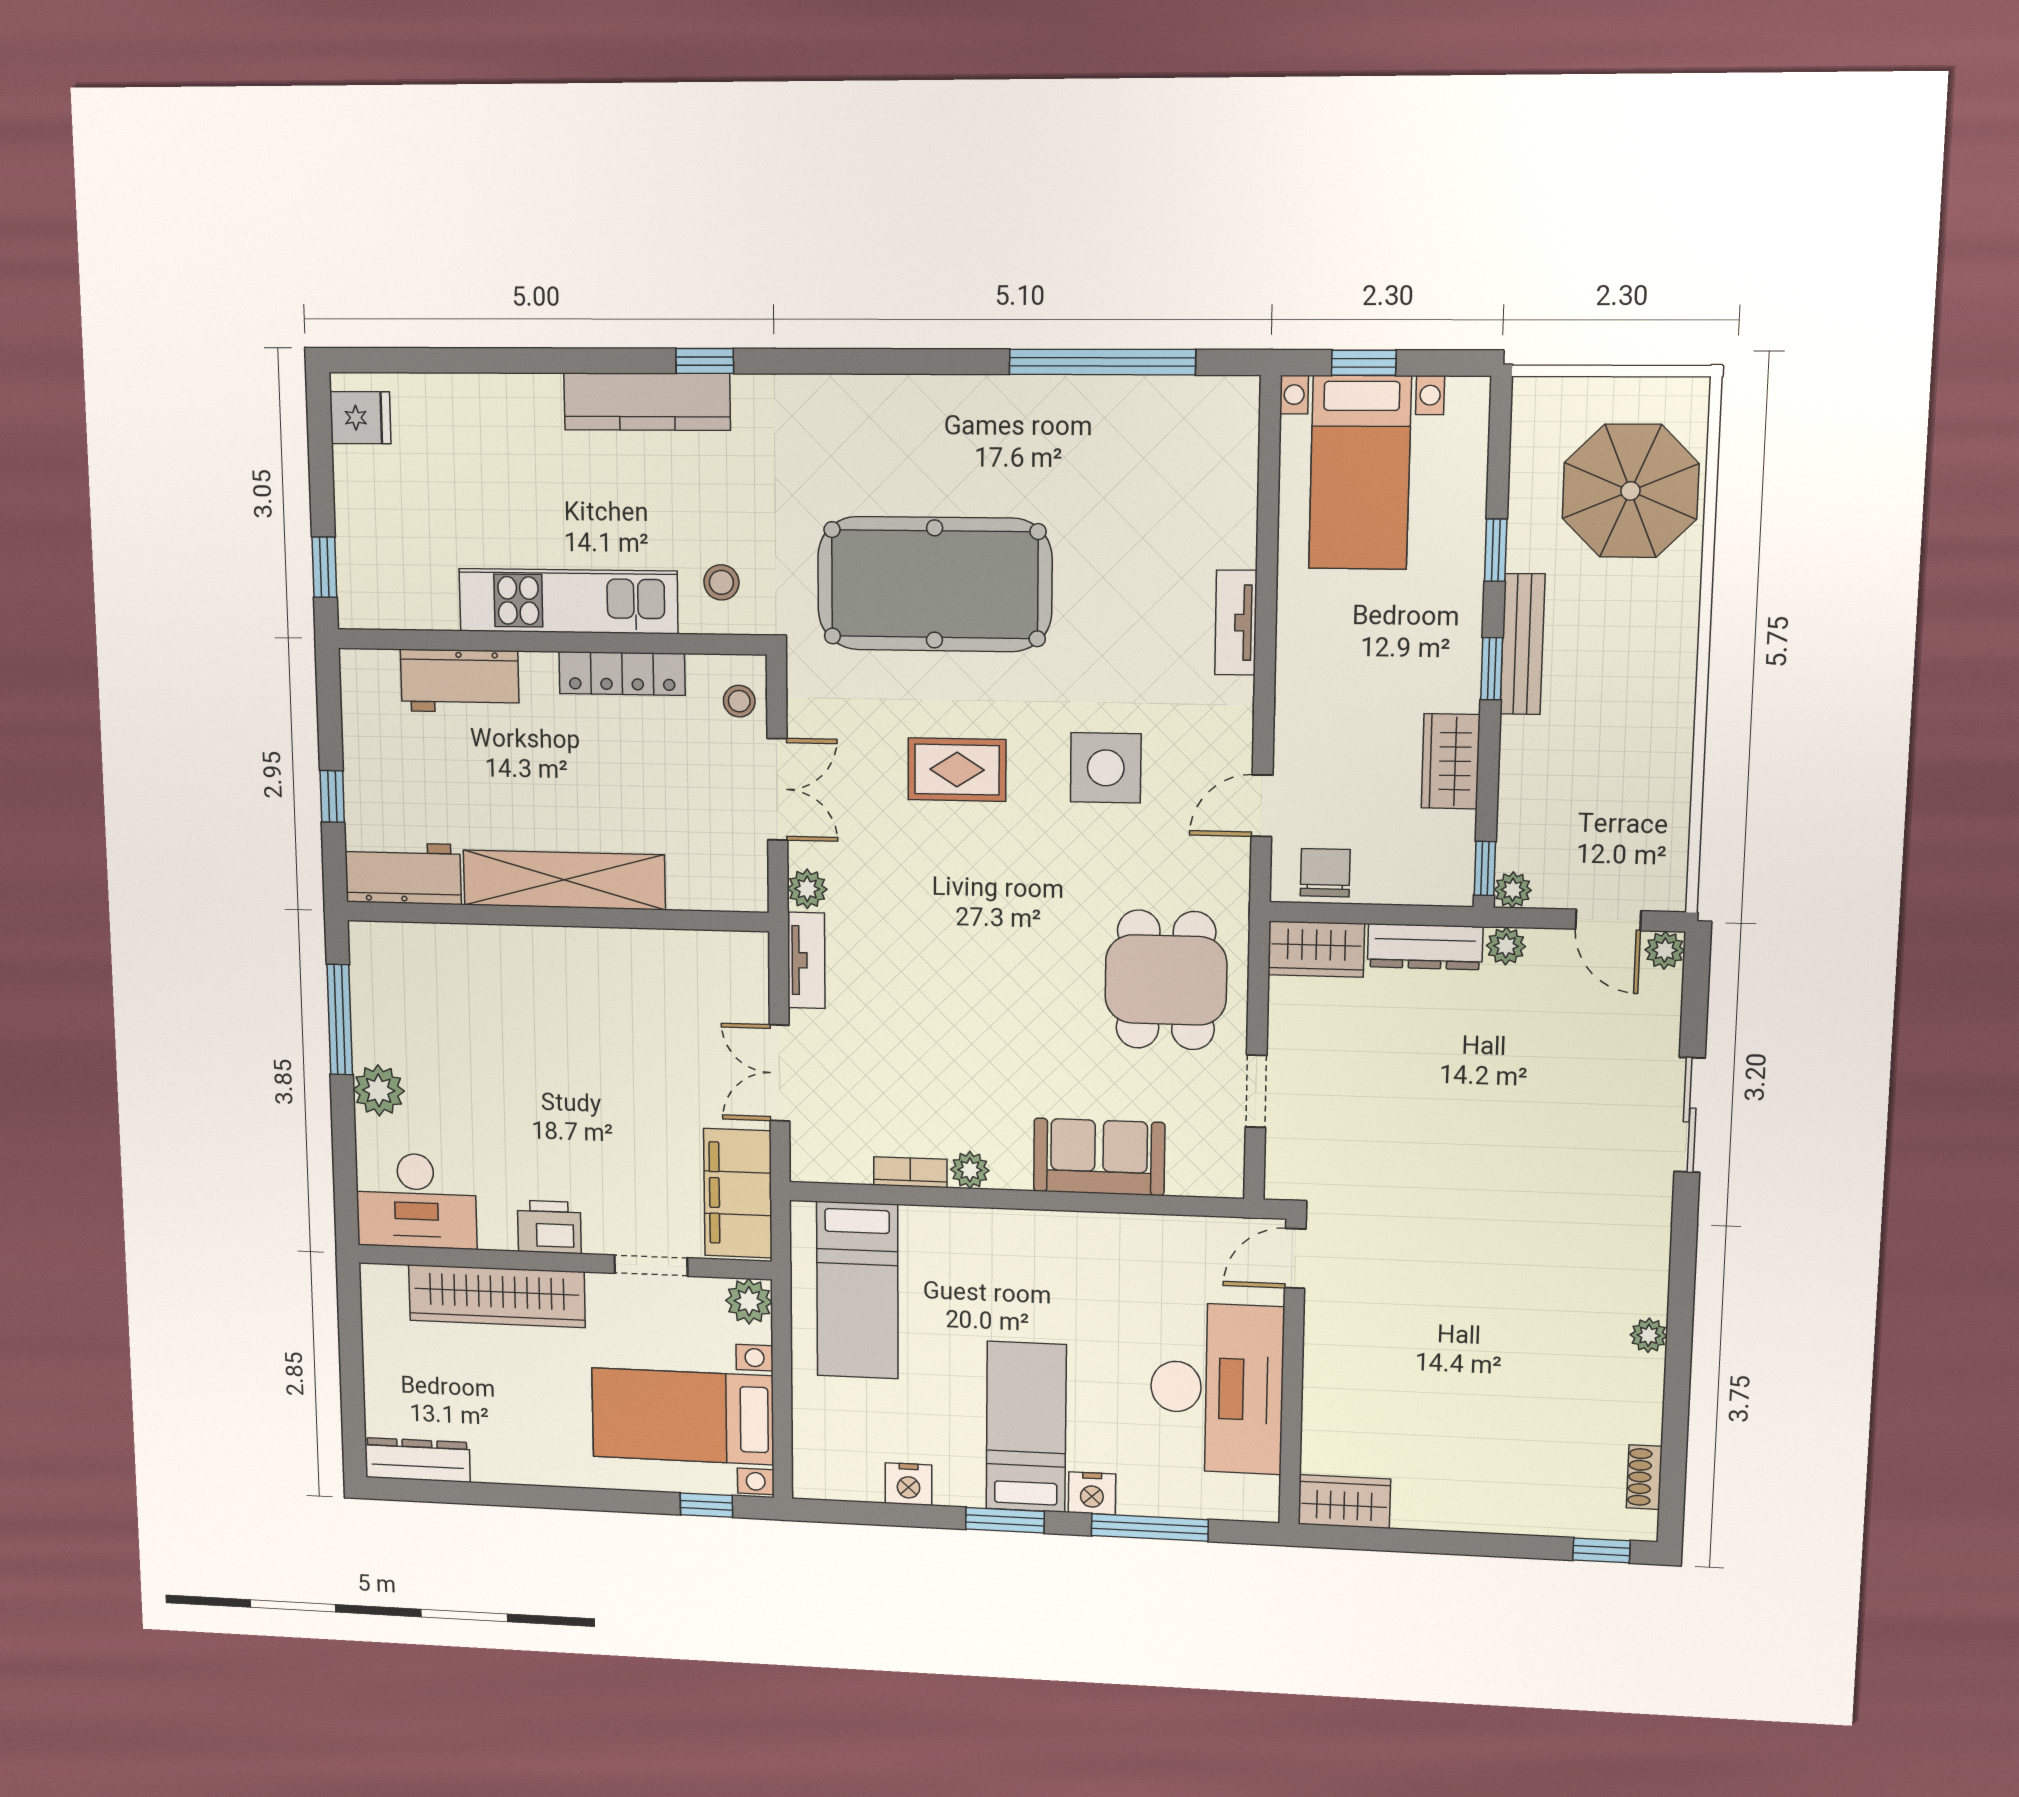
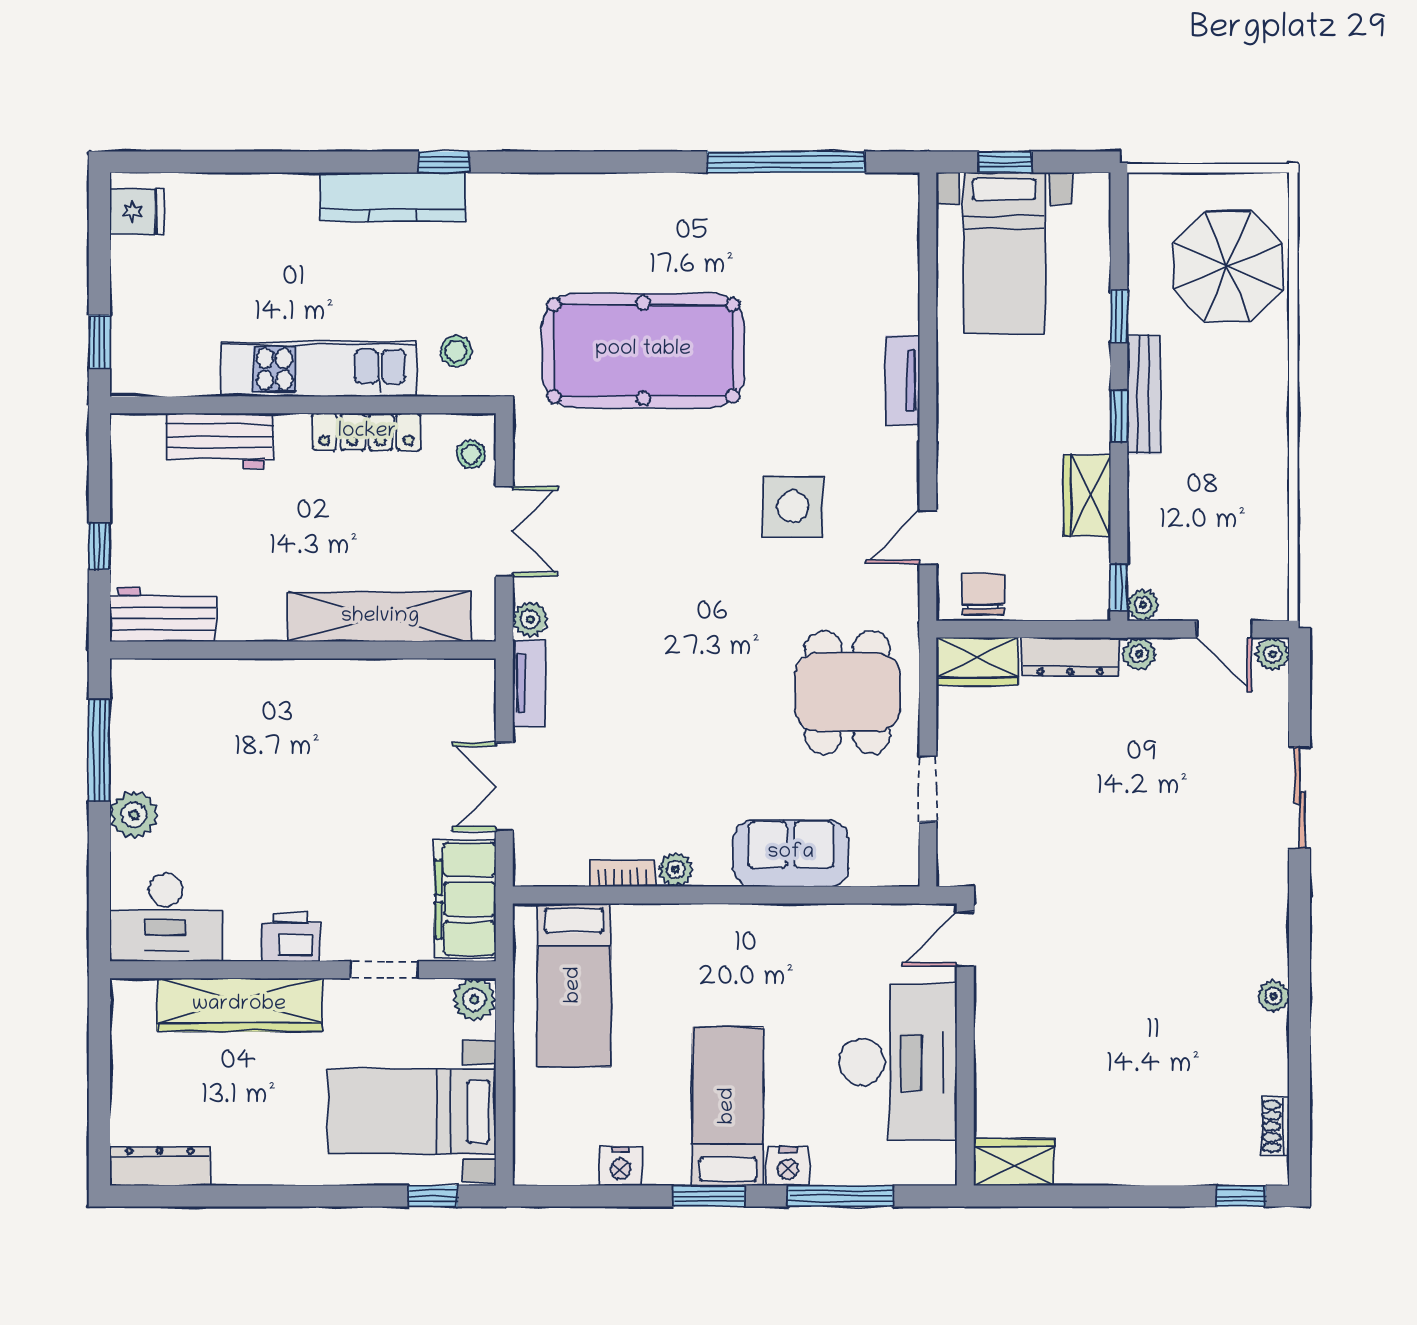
rug: (957, 770) -> (663, 511), removed
shelving: (564, 880) -> (380, 617), moved

